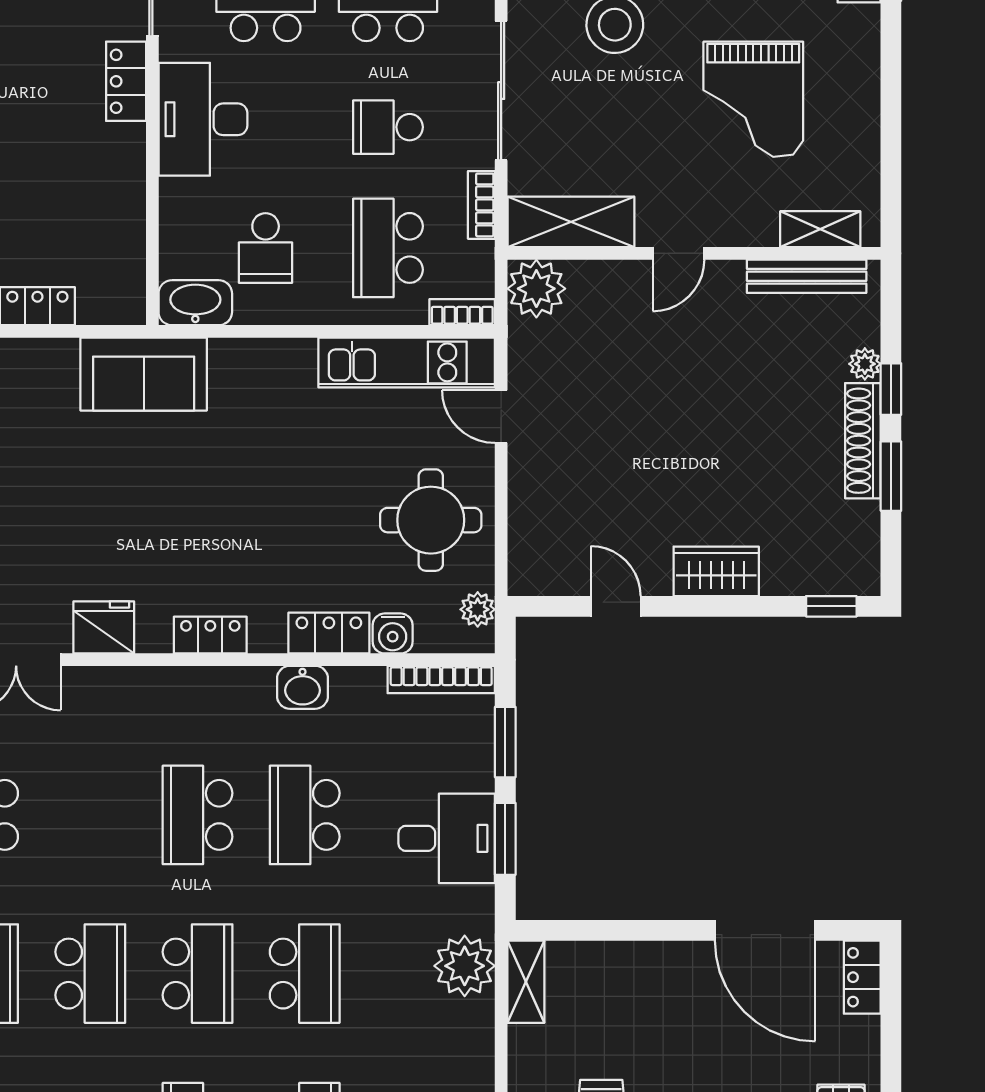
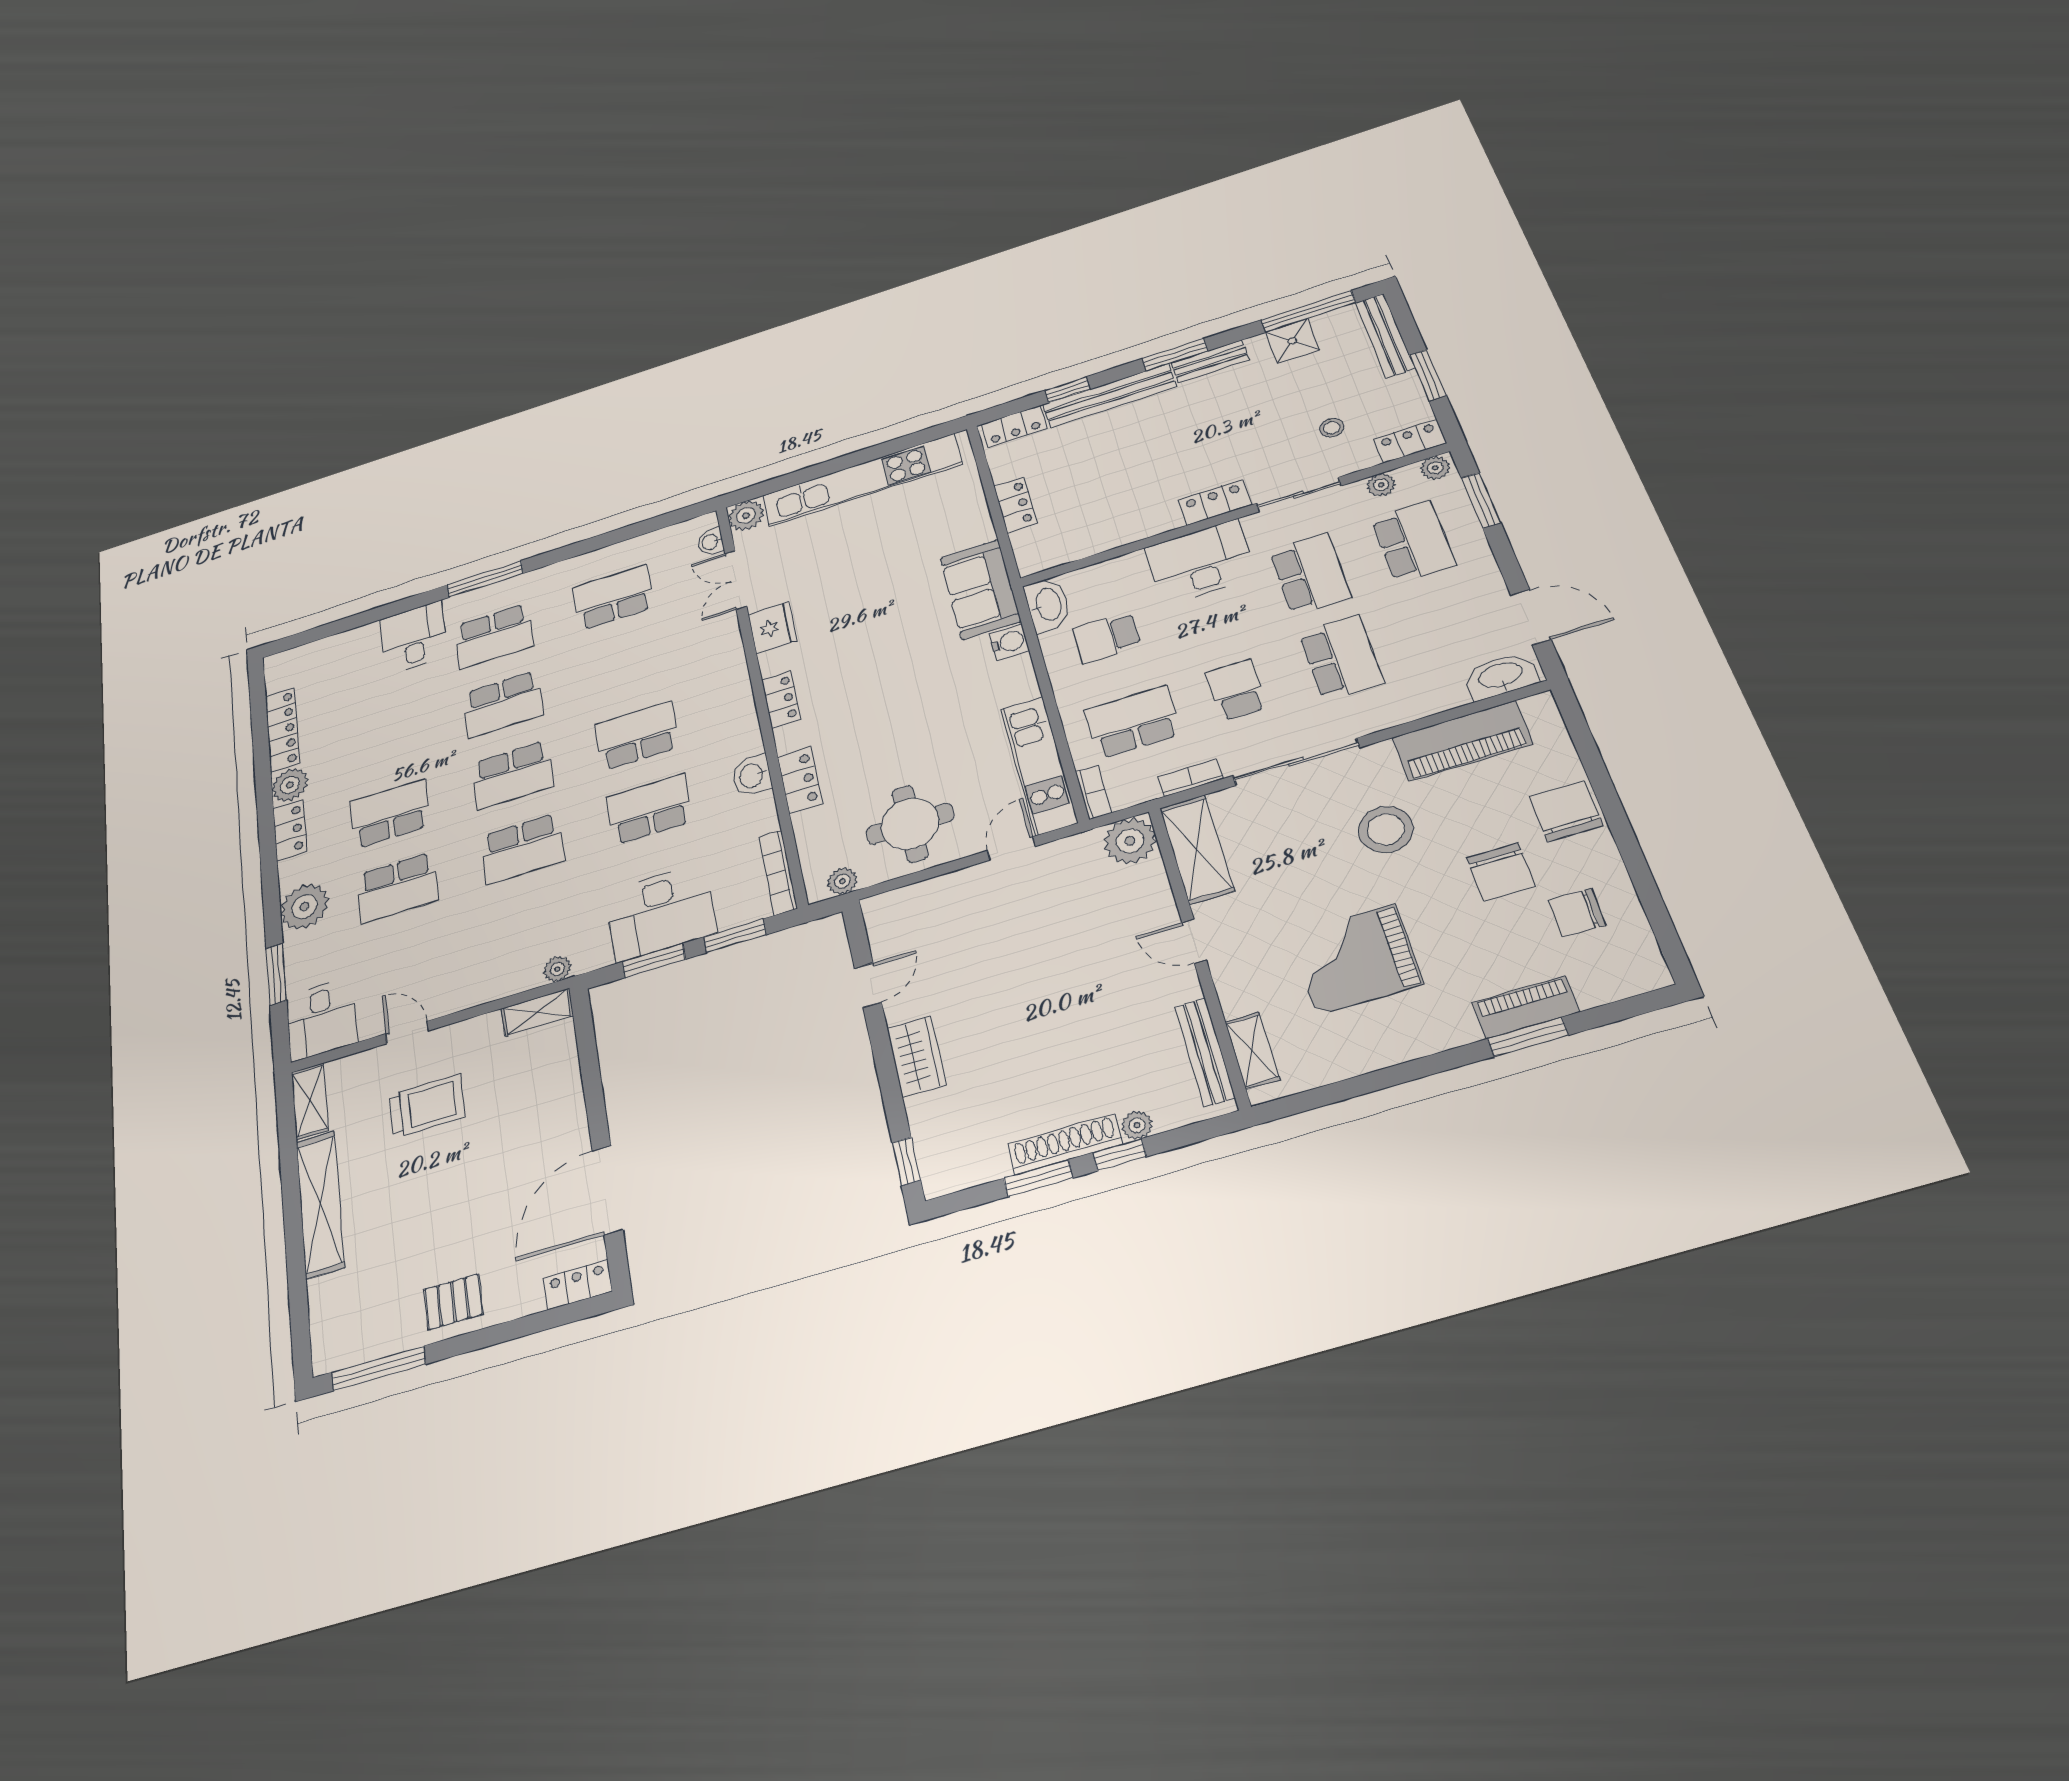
water cooler: (393, 633) -> (1009, 642), moved, turned 180
desk: (447, 838) -> (661, 913), width x1.37
plant: (465, 966) -> (557, 969), width x0.53, depth x0.53

